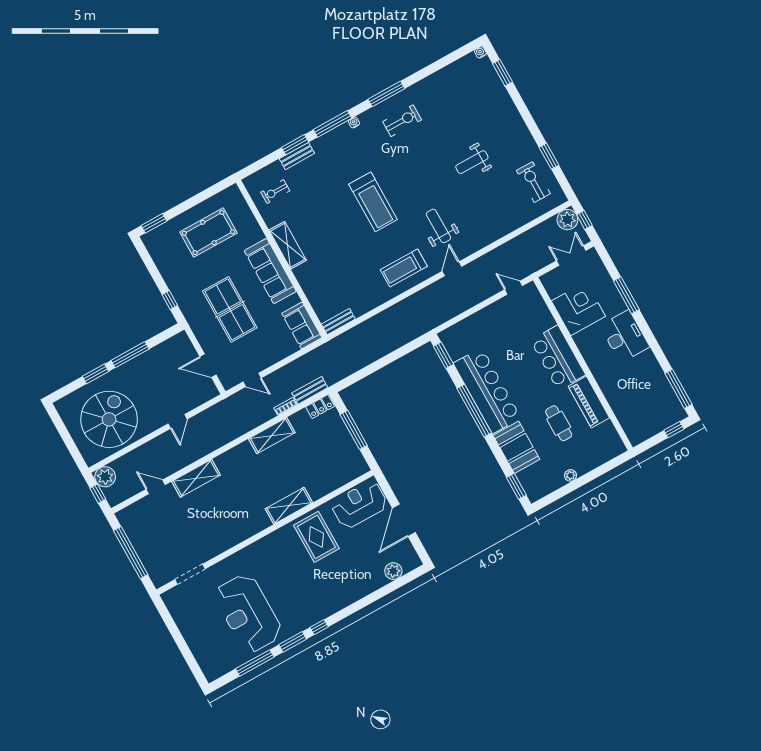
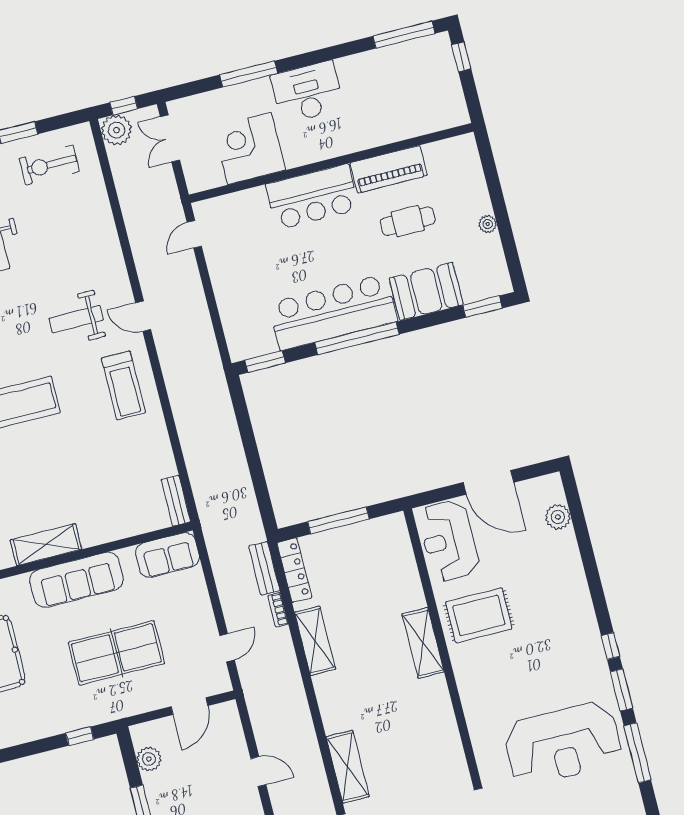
plant: (167, 349) -> (149, 759), added
locker: (320, 407) -> (294, 570), width x1.53

